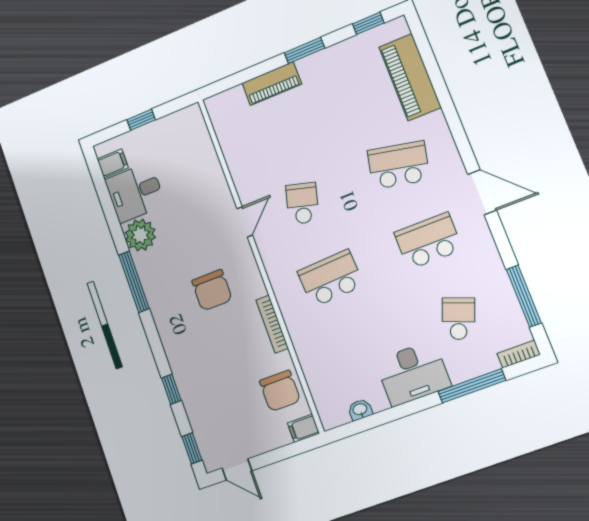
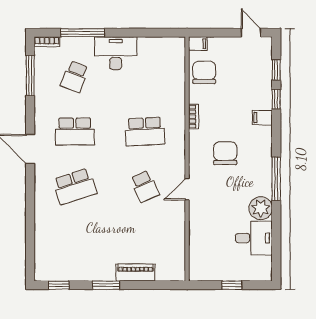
piano: (410, 77) -> (46, 239), removed
filing cabinet: (113, 163) -> (262, 118), moved
school desk: (399, 165) -> (75, 186), turned -30
school desk: (302, 203) -> (145, 186), turned -39
bookcase: (272, 324) -> (194, 117), width x0.64
washbasin: (360, 410) -> (157, 43), removed
window: (192, 448) -> (276, 70), moved

